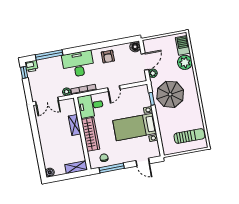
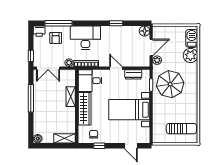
window: (106, 44) -> (116, 23), added
armchair: (108, 57) -> (56, 38), moved
window: (24, 73) -> (31, 56), moved
door: (114, 89) -> (116, 68), swing flipped
dresser: (132, 92) -> (133, 74), added
window: (36, 134) -> (31, 98), added
window: (112, 168) -> (99, 146), width x0.46

